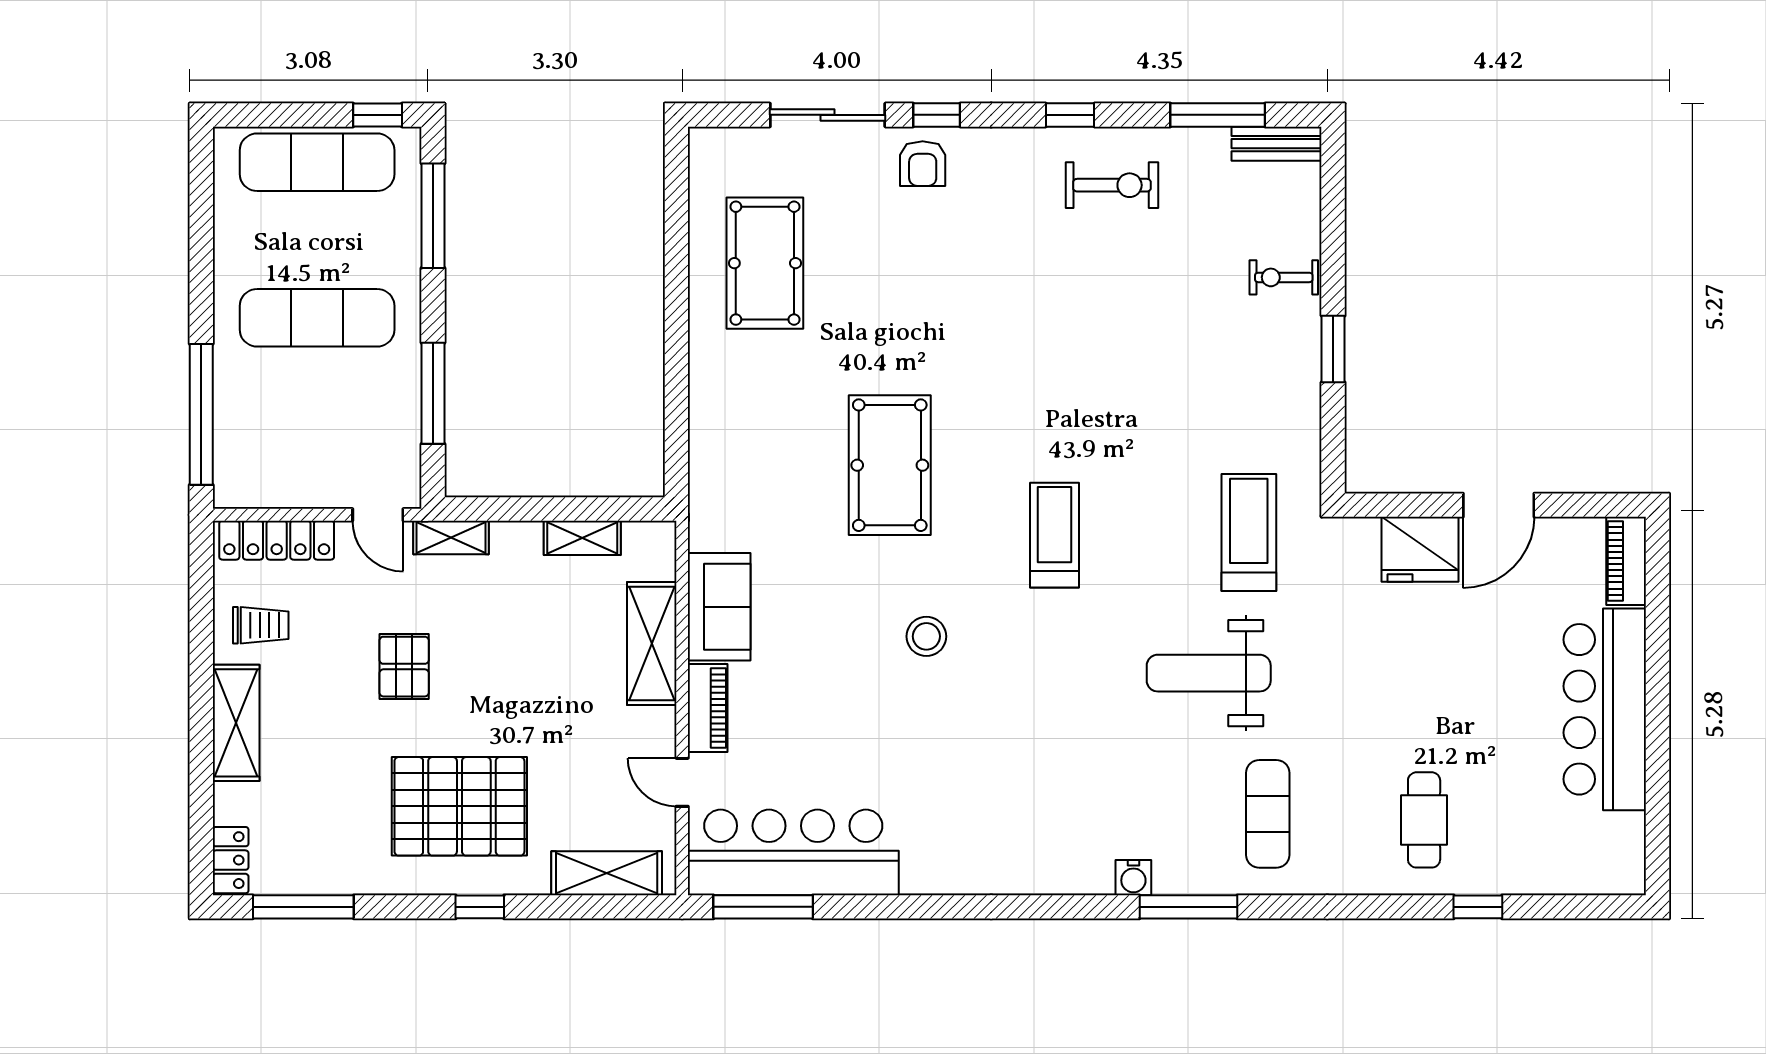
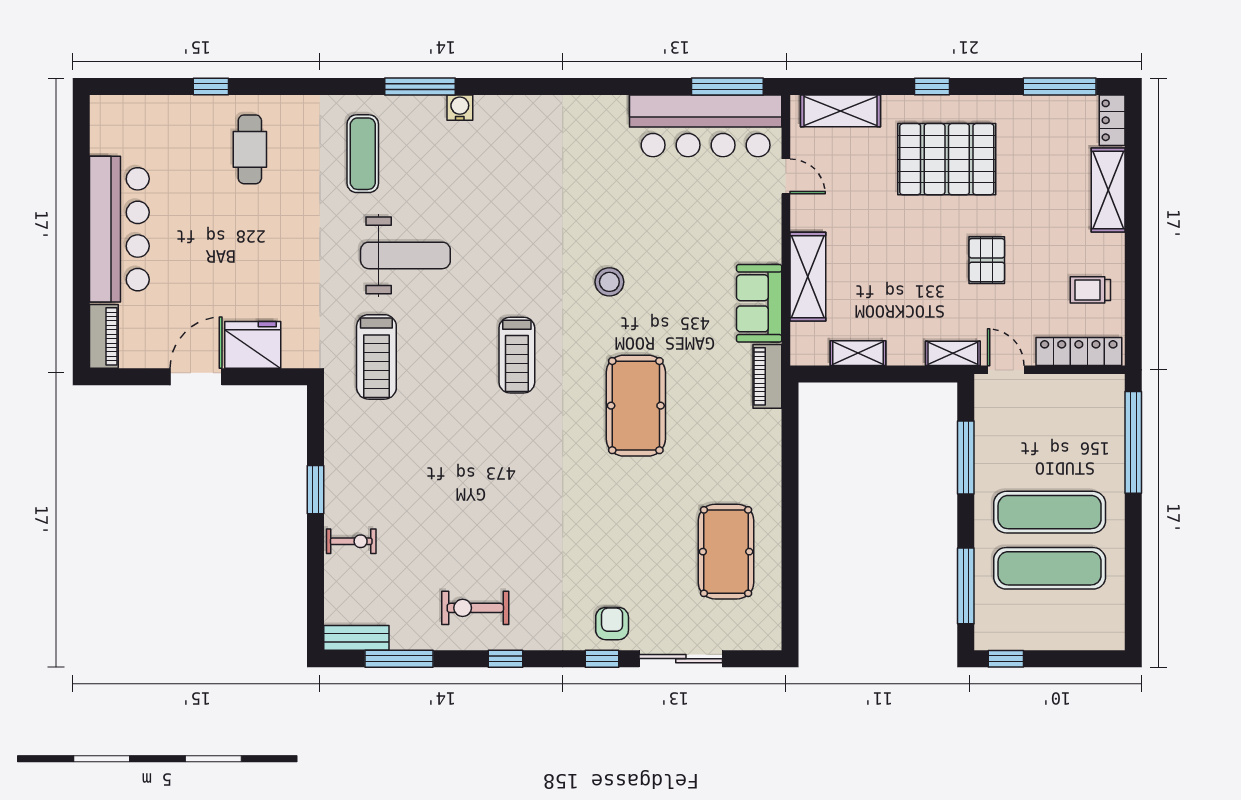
exercise mat: (317, 162) -> (1050, 568), moved
piano: (708, 708) -> (767, 376), moved
shelving: (236, 723) -> (1108, 190), moved

